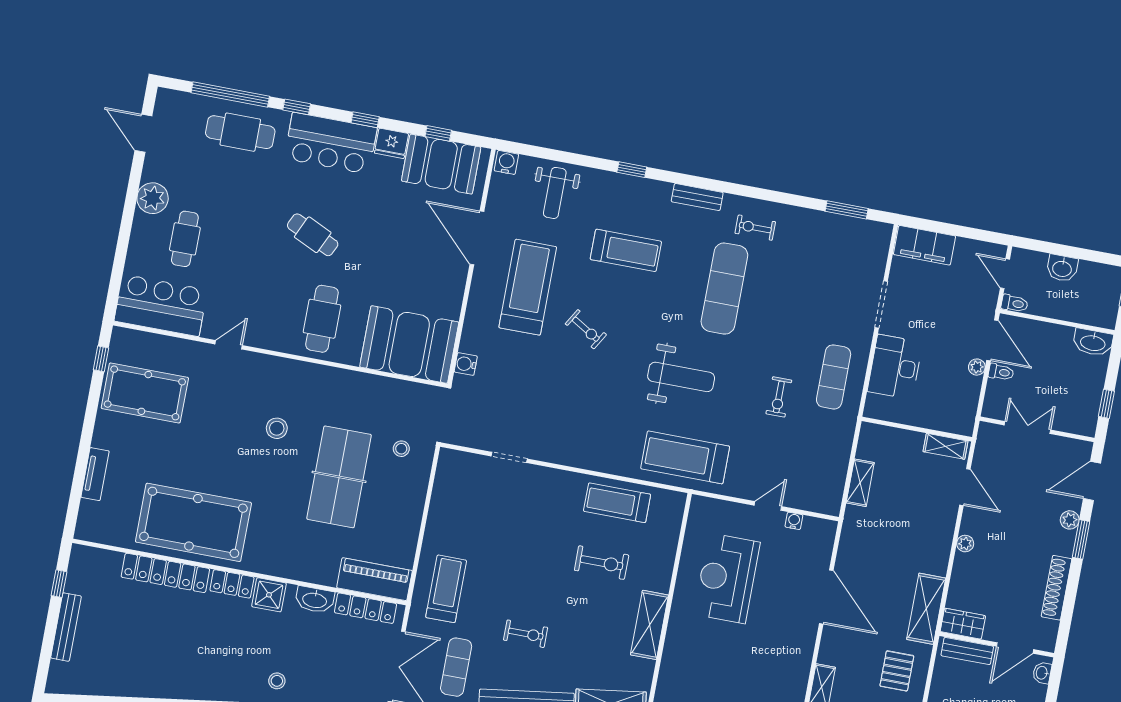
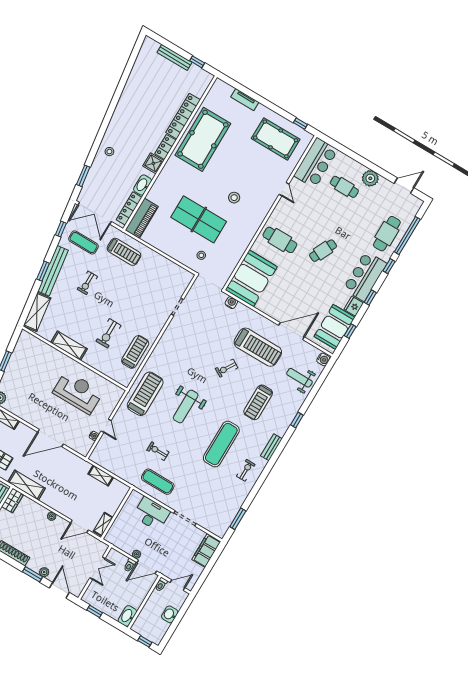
exercise mat: (724, 289) -> (221, 444), turned 90
pool table: (145, 393) -> (276, 139), turned 90

